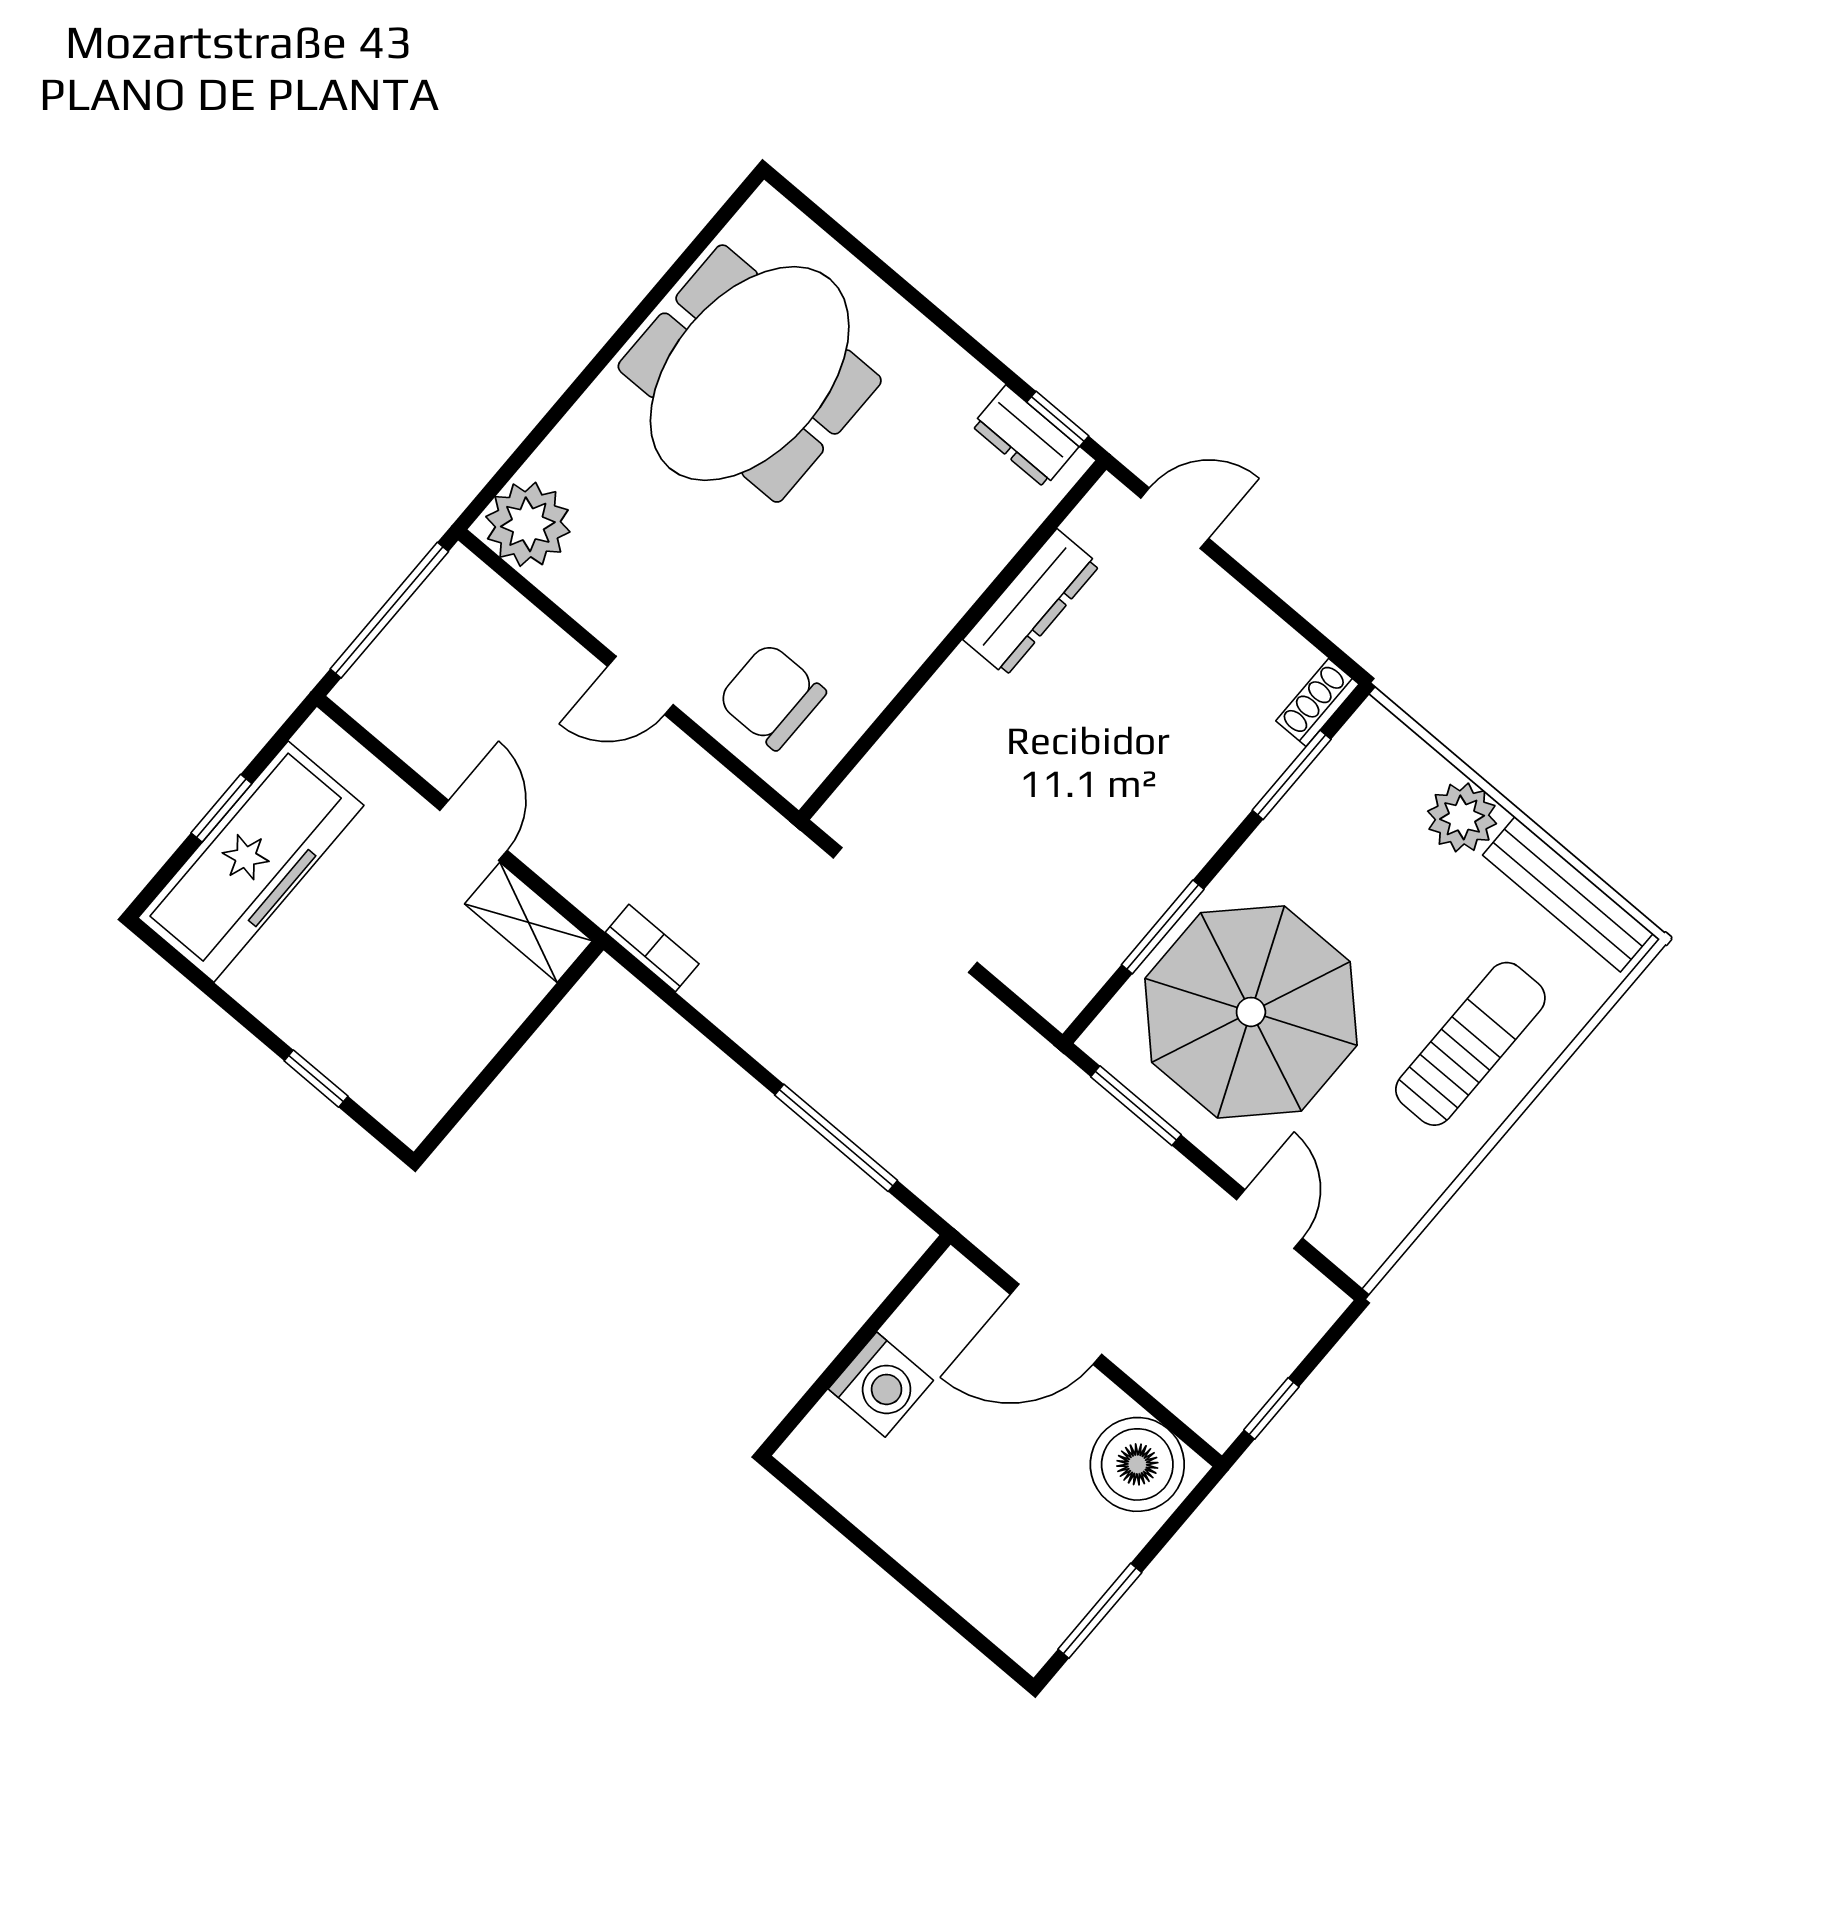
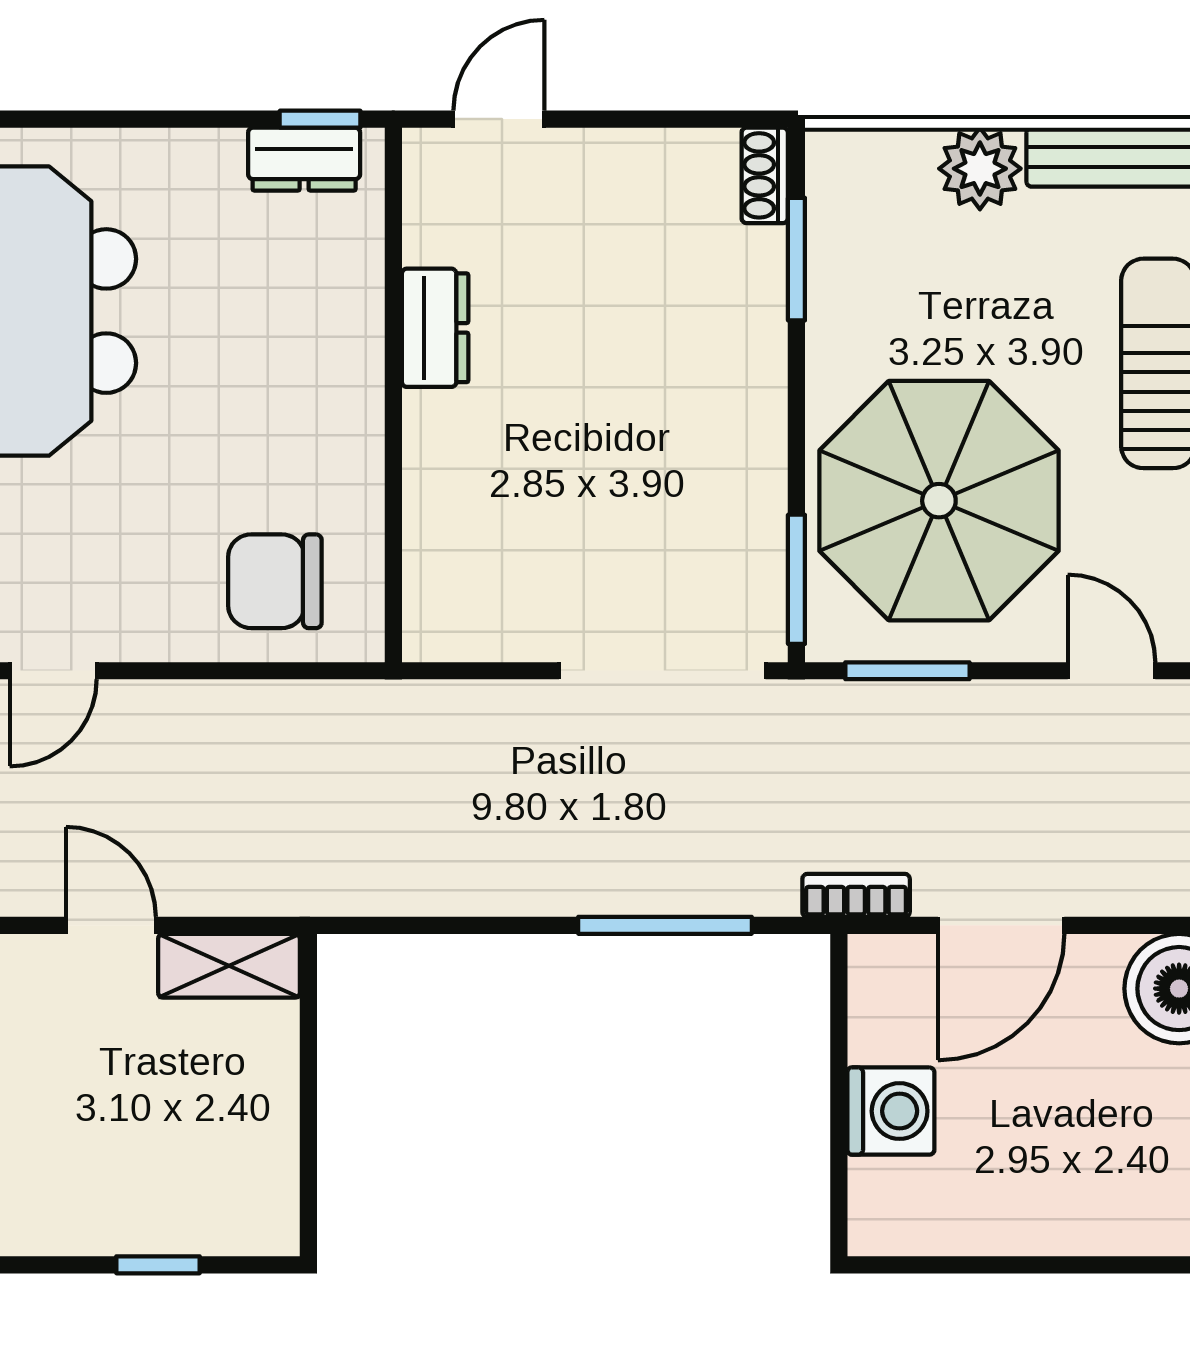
dresser: (1031, 602) -> (435, 328), width x0.70
door: (640, 686) -> (53, 671), moved
doorway: (905, 910) -> (662, 671), moved
window: (1163, 927) -> (796, 579), moved
bookcase: (652, 948) -> (856, 895), moved

